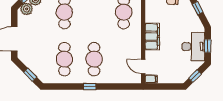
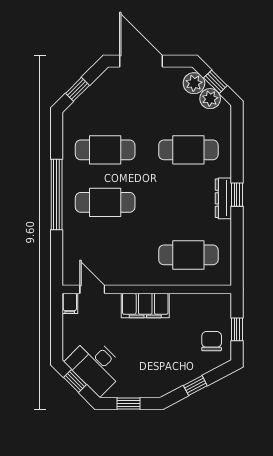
desk: (193, 47) -> (96, 366), moved, turned 45
door: (143, 66) -> (92, 289), hinge flipped
window: (90, 87) -> (57, 195), width x3.17

